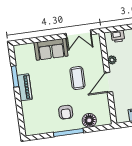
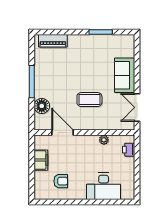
door: (108, 82) -> (63, 133), moved
piano: (25, 87) -> (53, 41), moved
armchair: (66, 112) -> (54, 82), removed

